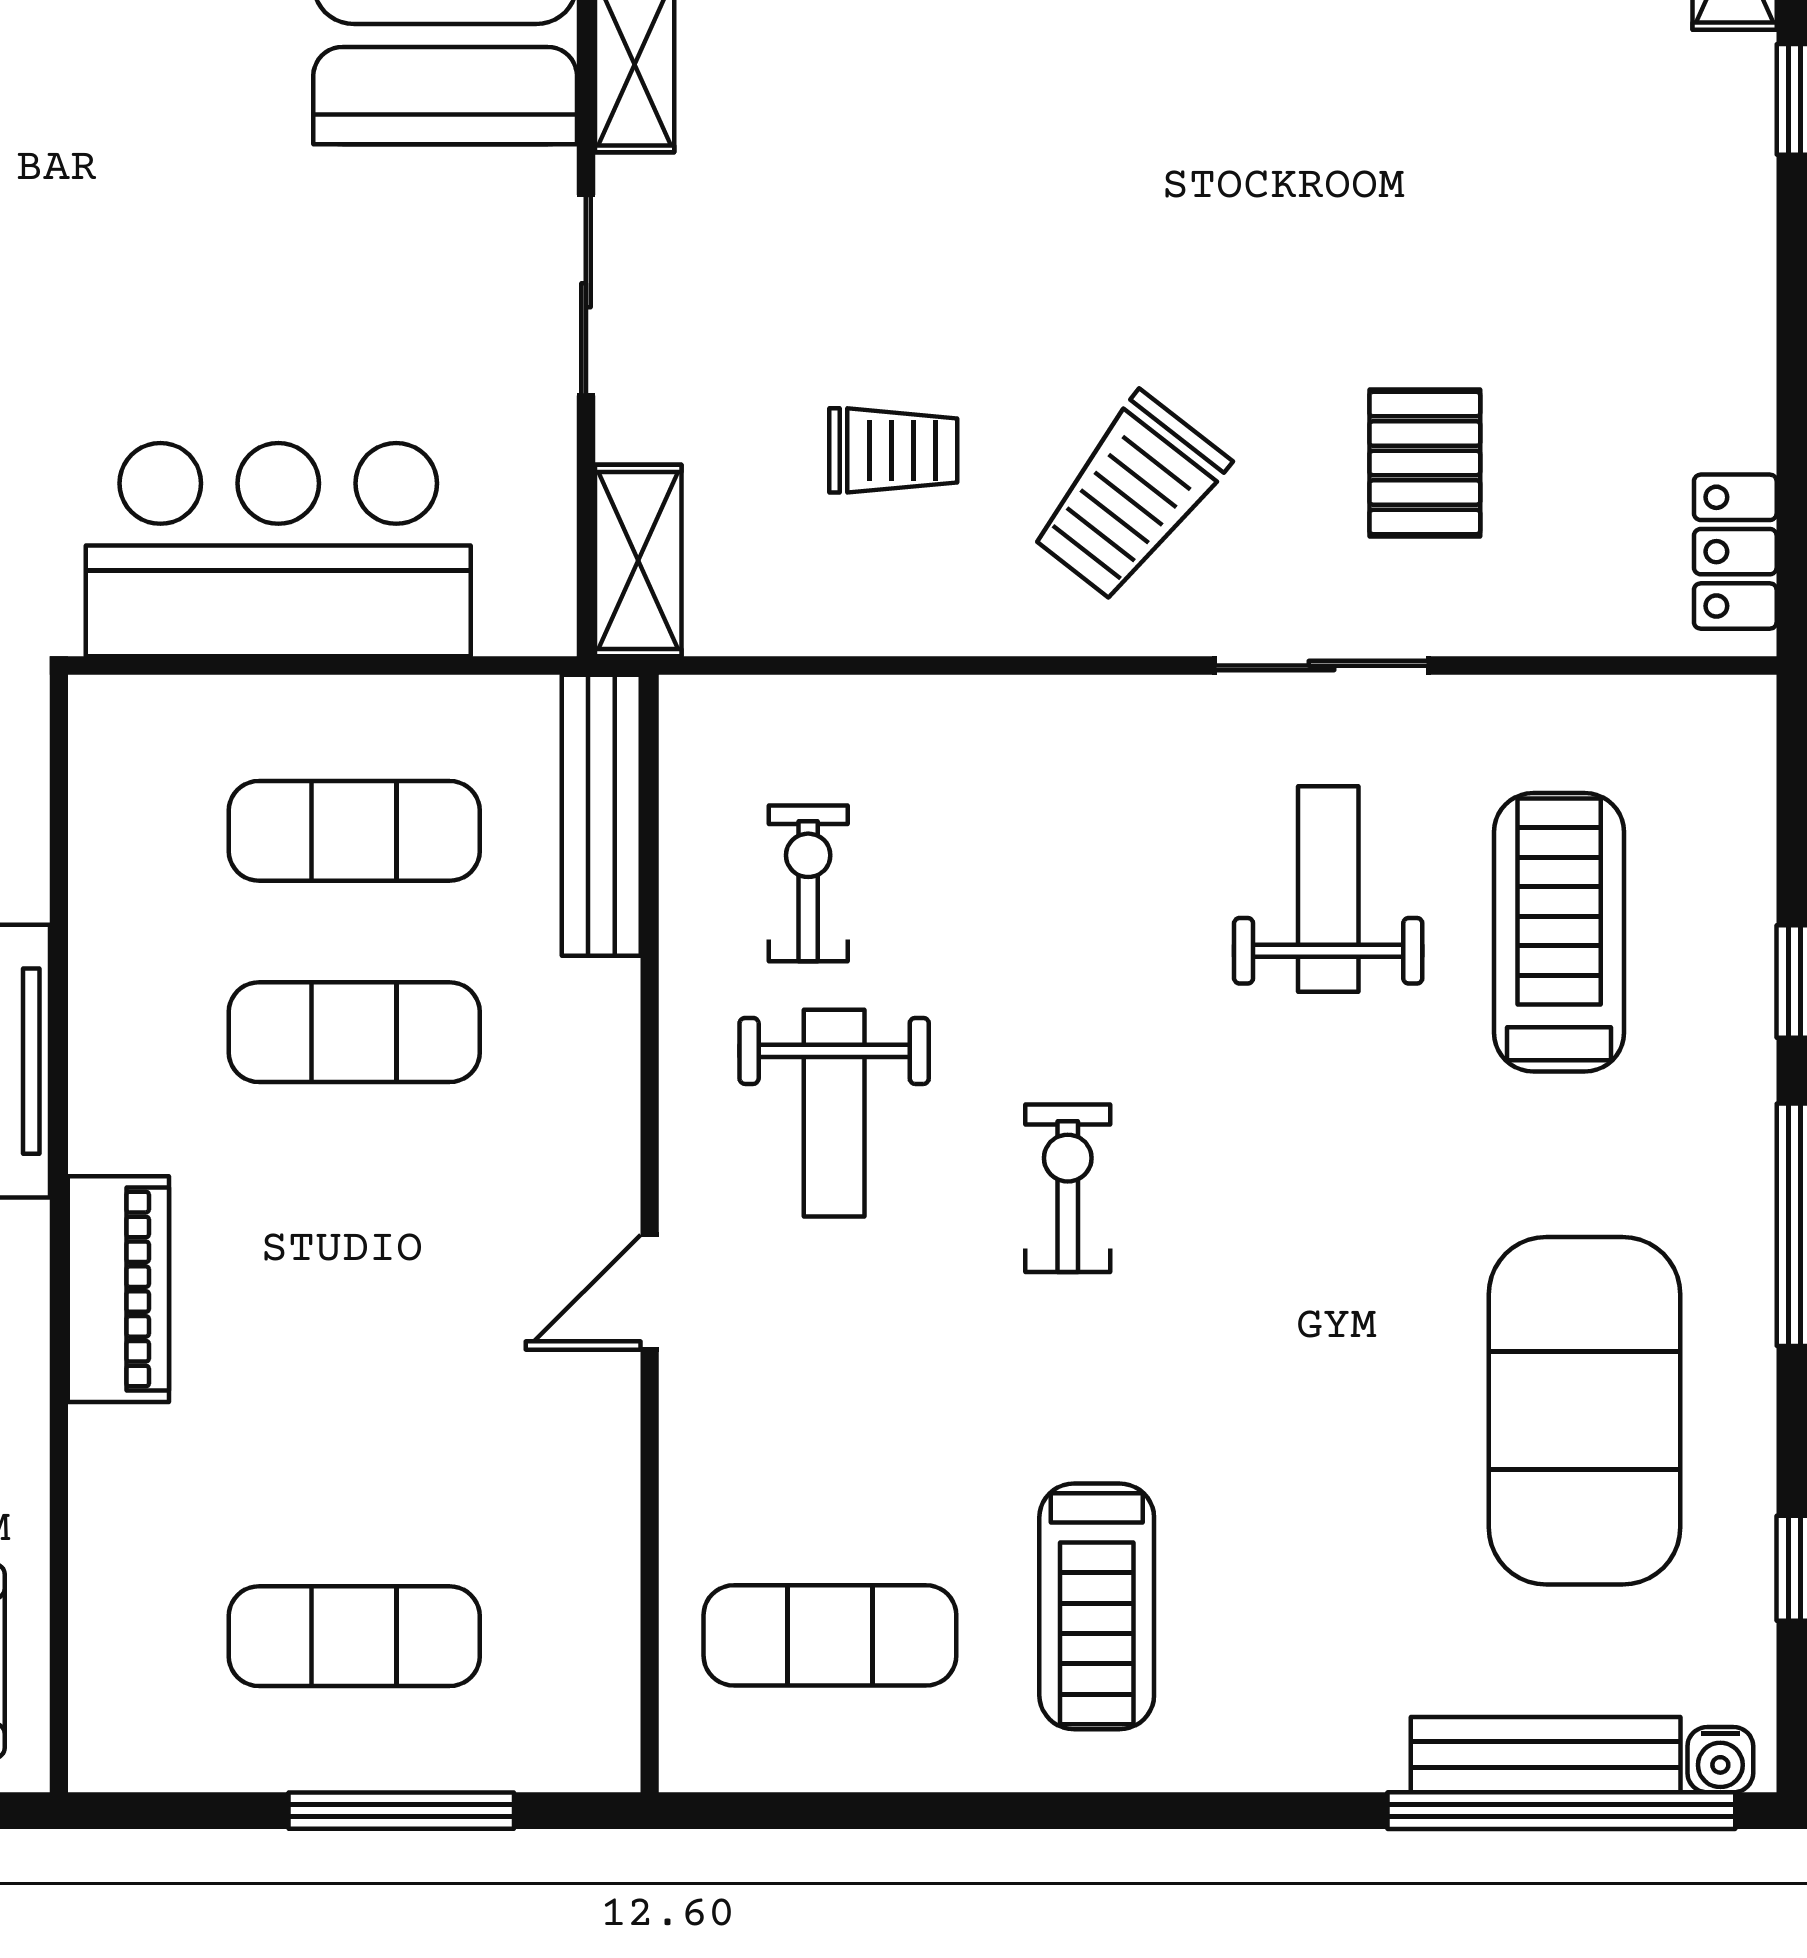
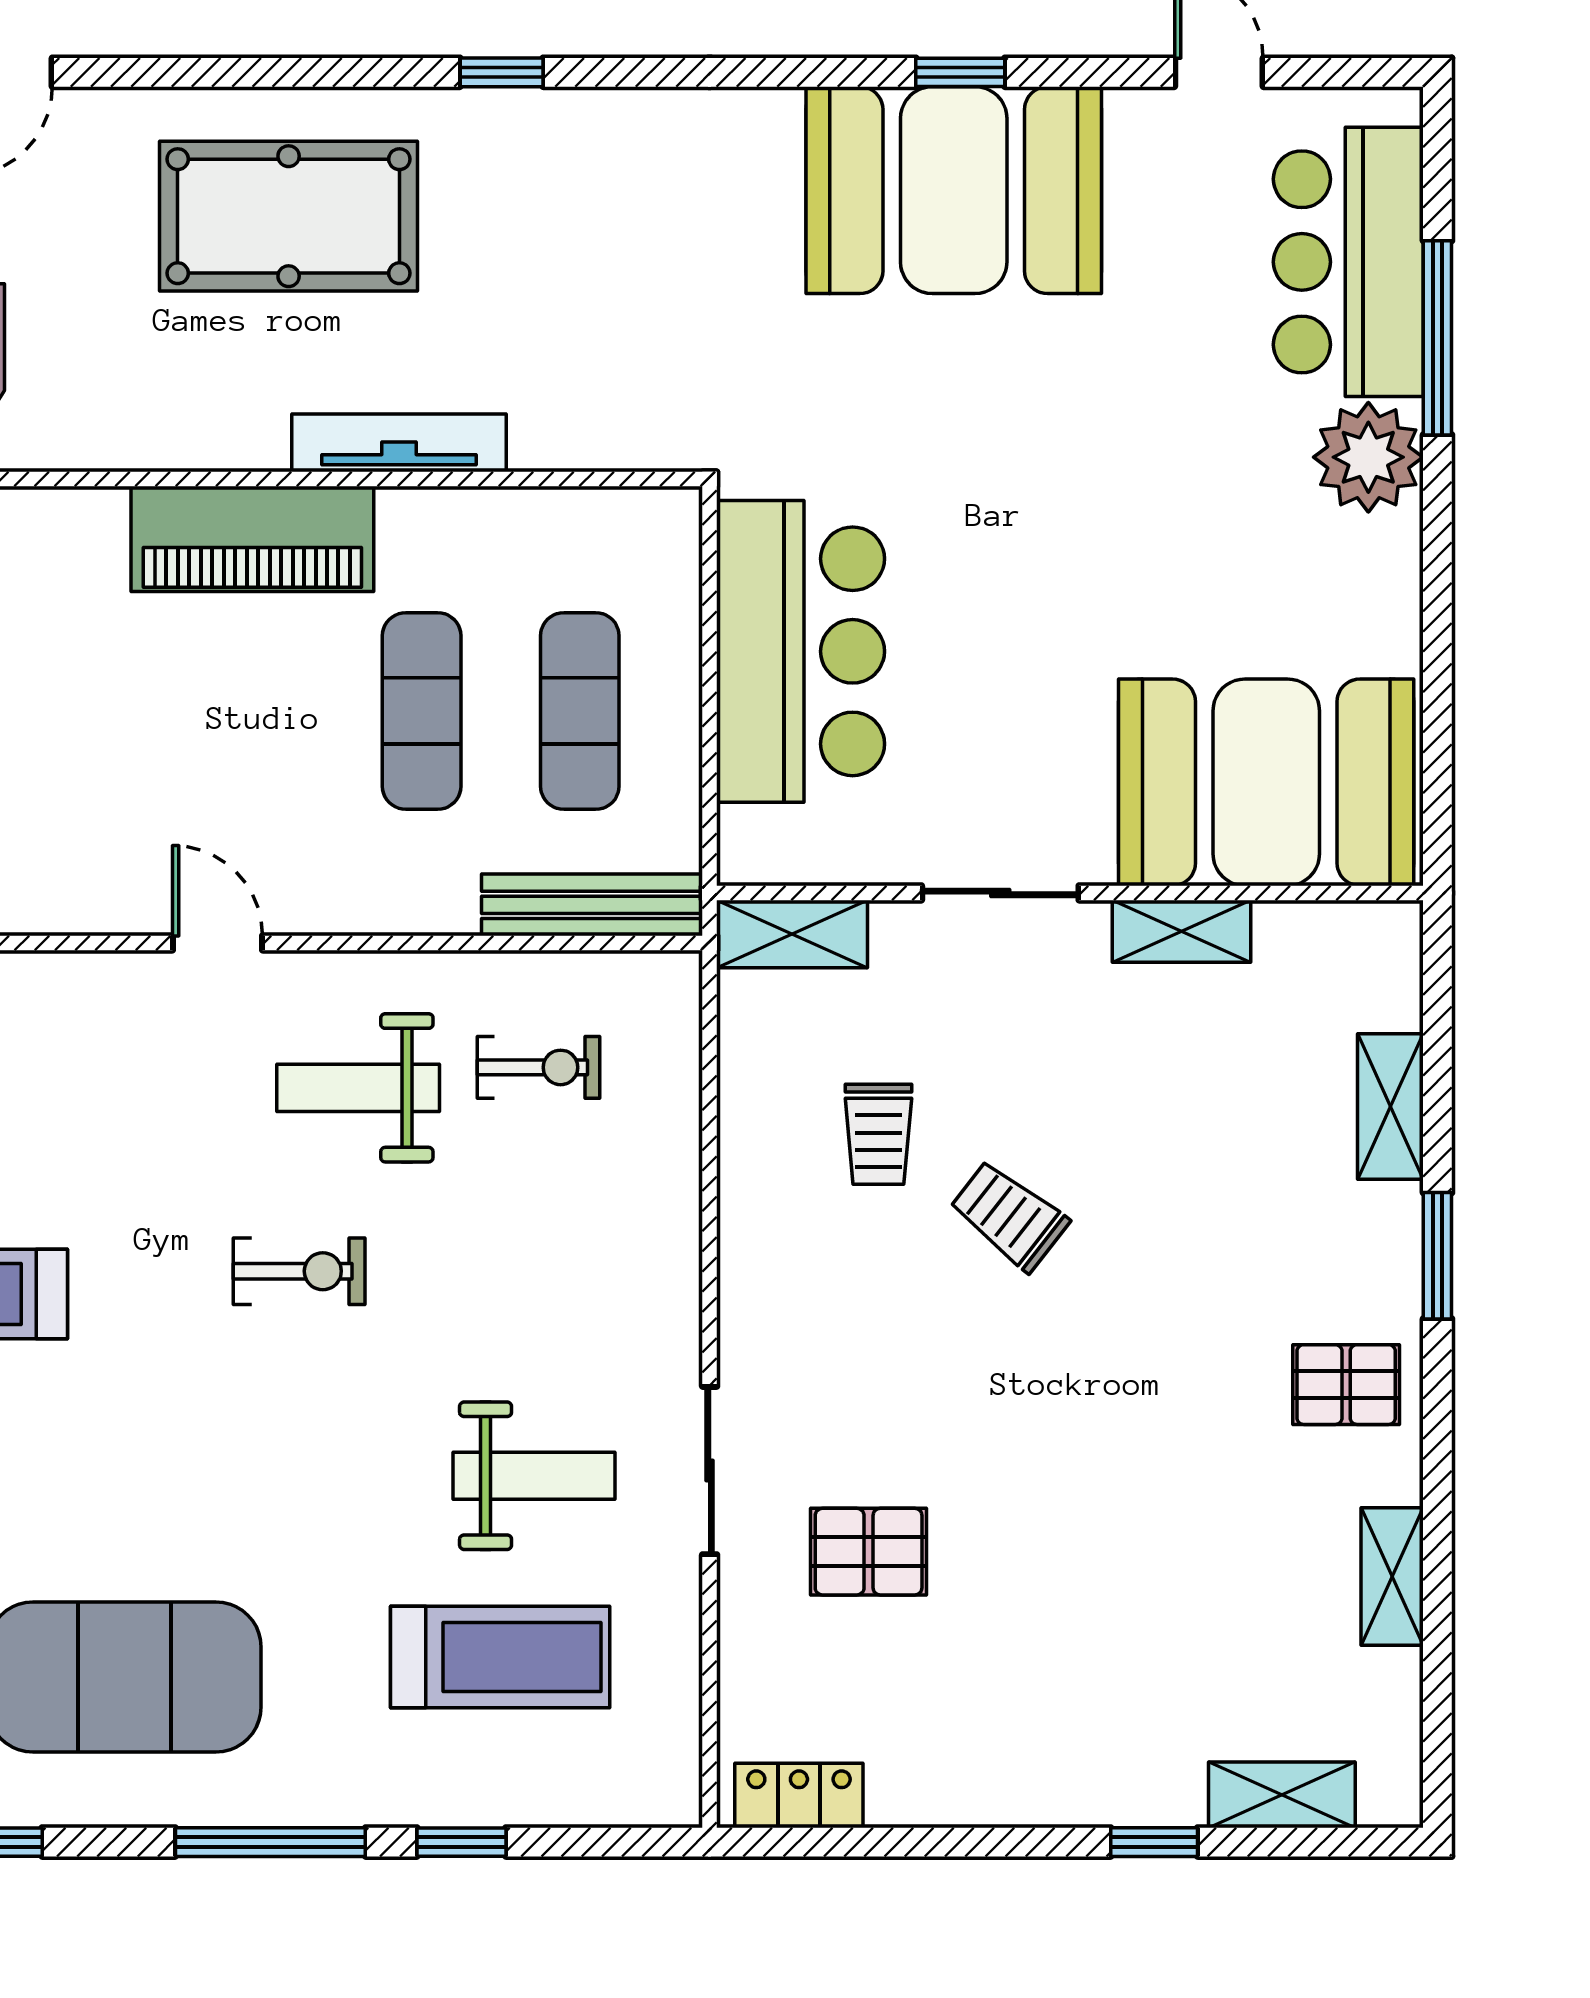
trolley: (1129, 497) -> (1009, 1216), moved, width x0.73, depth x0.72
piano: (118, 1289) -> (252, 539), width x1.37, depth x1.33

